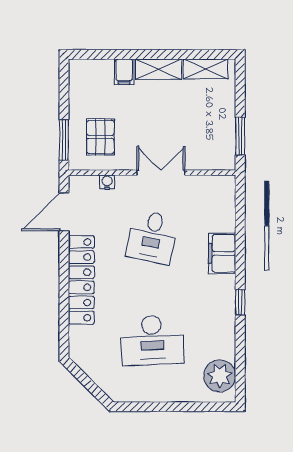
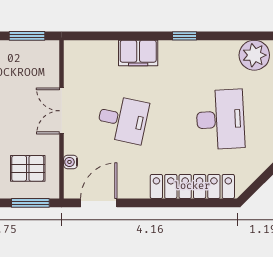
door: (64, 212) -> (99, 203), swing flipped
locker: (81, 280) -> (192, 186), moved

